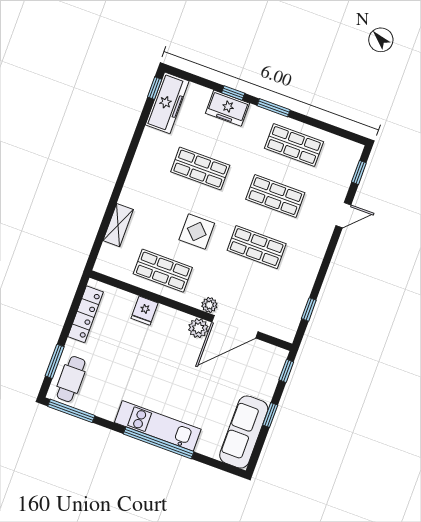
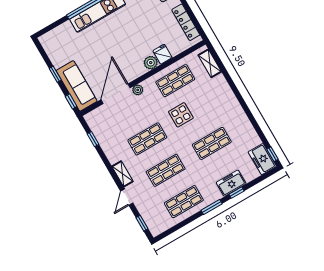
freezer: (167, 103) -> (262, 159), width x0.71
shelving: (118, 225) -> (210, 63), moved
shelving: (321, 242) -> (122, 174), added
plant: (198, 328) -> (151, 63), moved
sofa: (244, 432) -> (77, 86), moved

